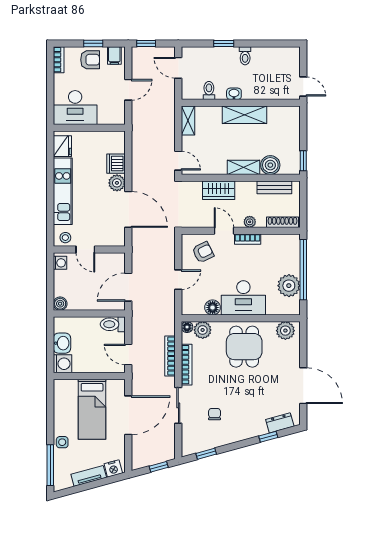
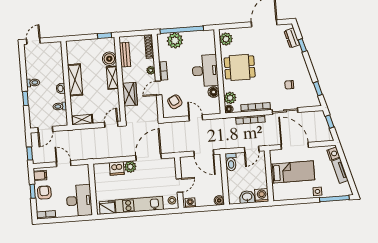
door: (303, 86) -> (33, 41), moved
plant: (289, 286) -> (175, 40), moved

